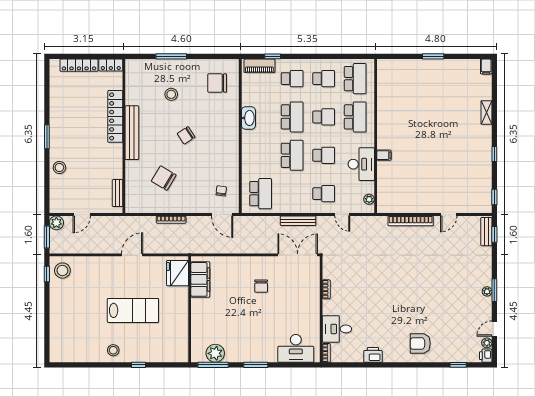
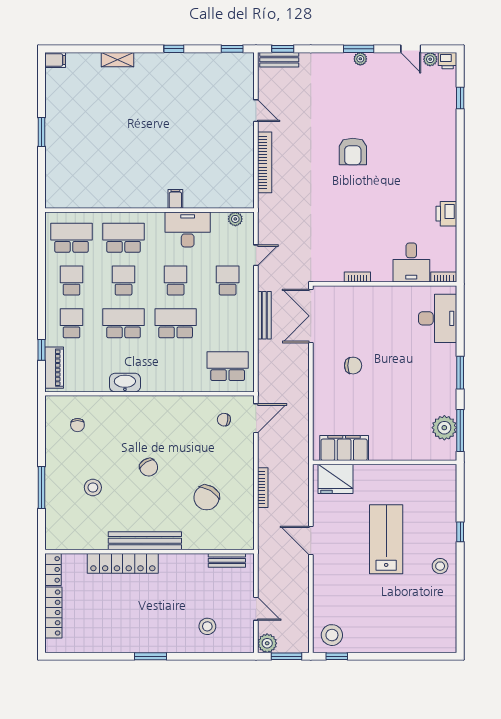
chair: (217, 83) -> (77, 425), width x0.54, depth x0.54
stool: (59, 167) -> (207, 626), moved
armchair: (420, 343) -> (353, 151), moved

